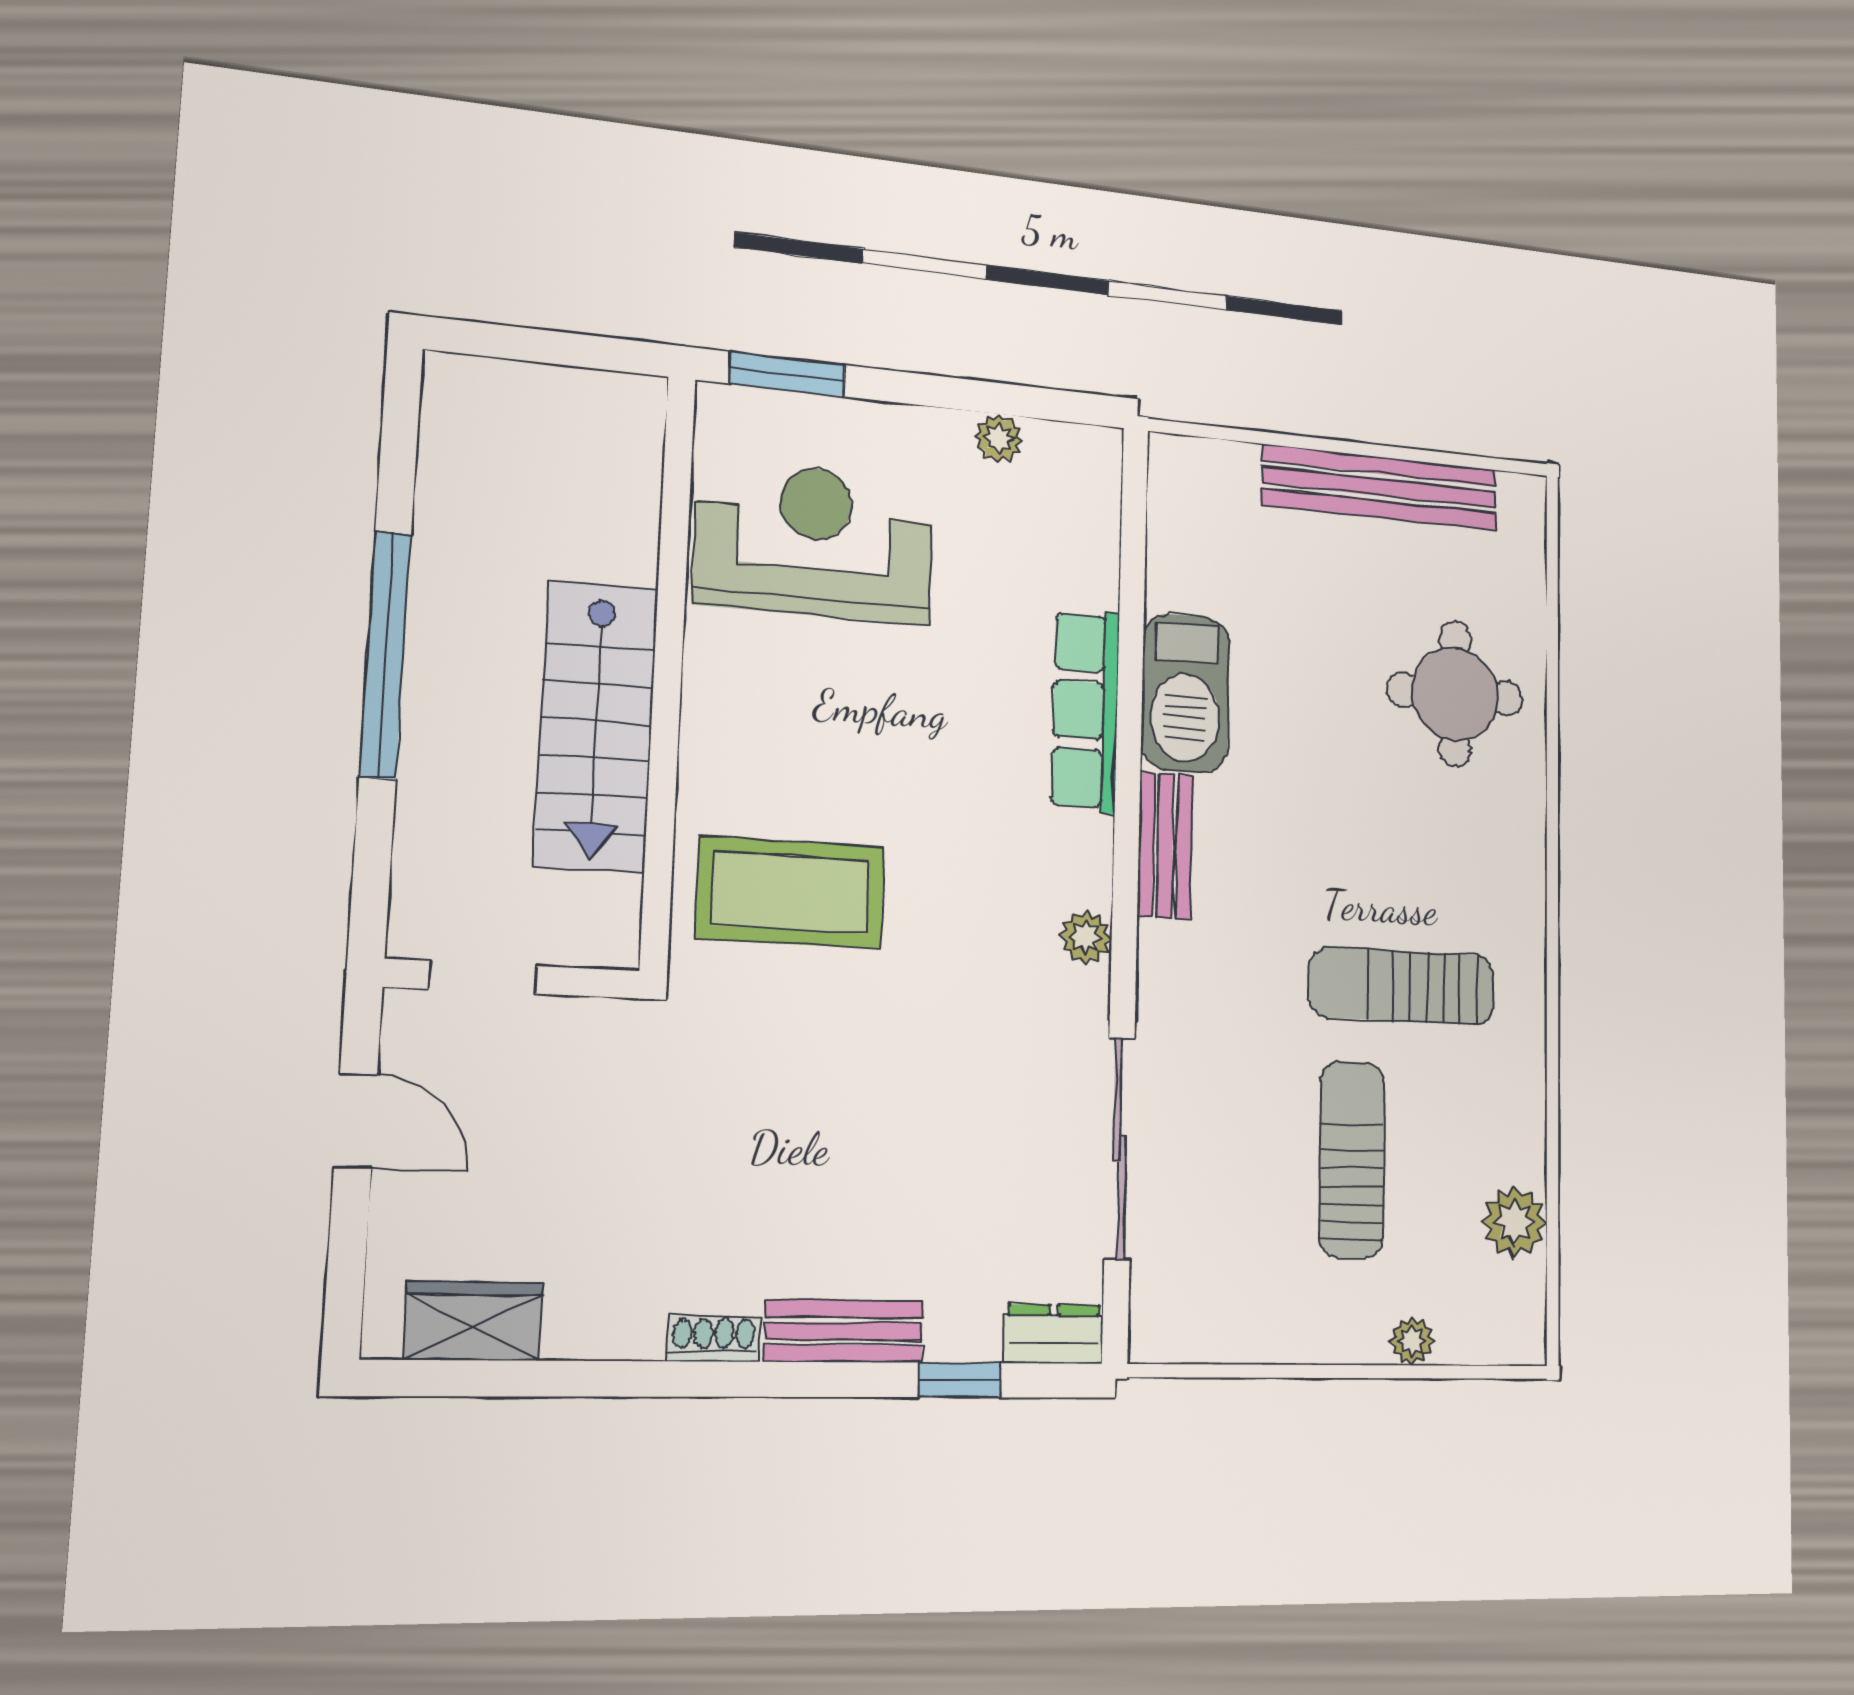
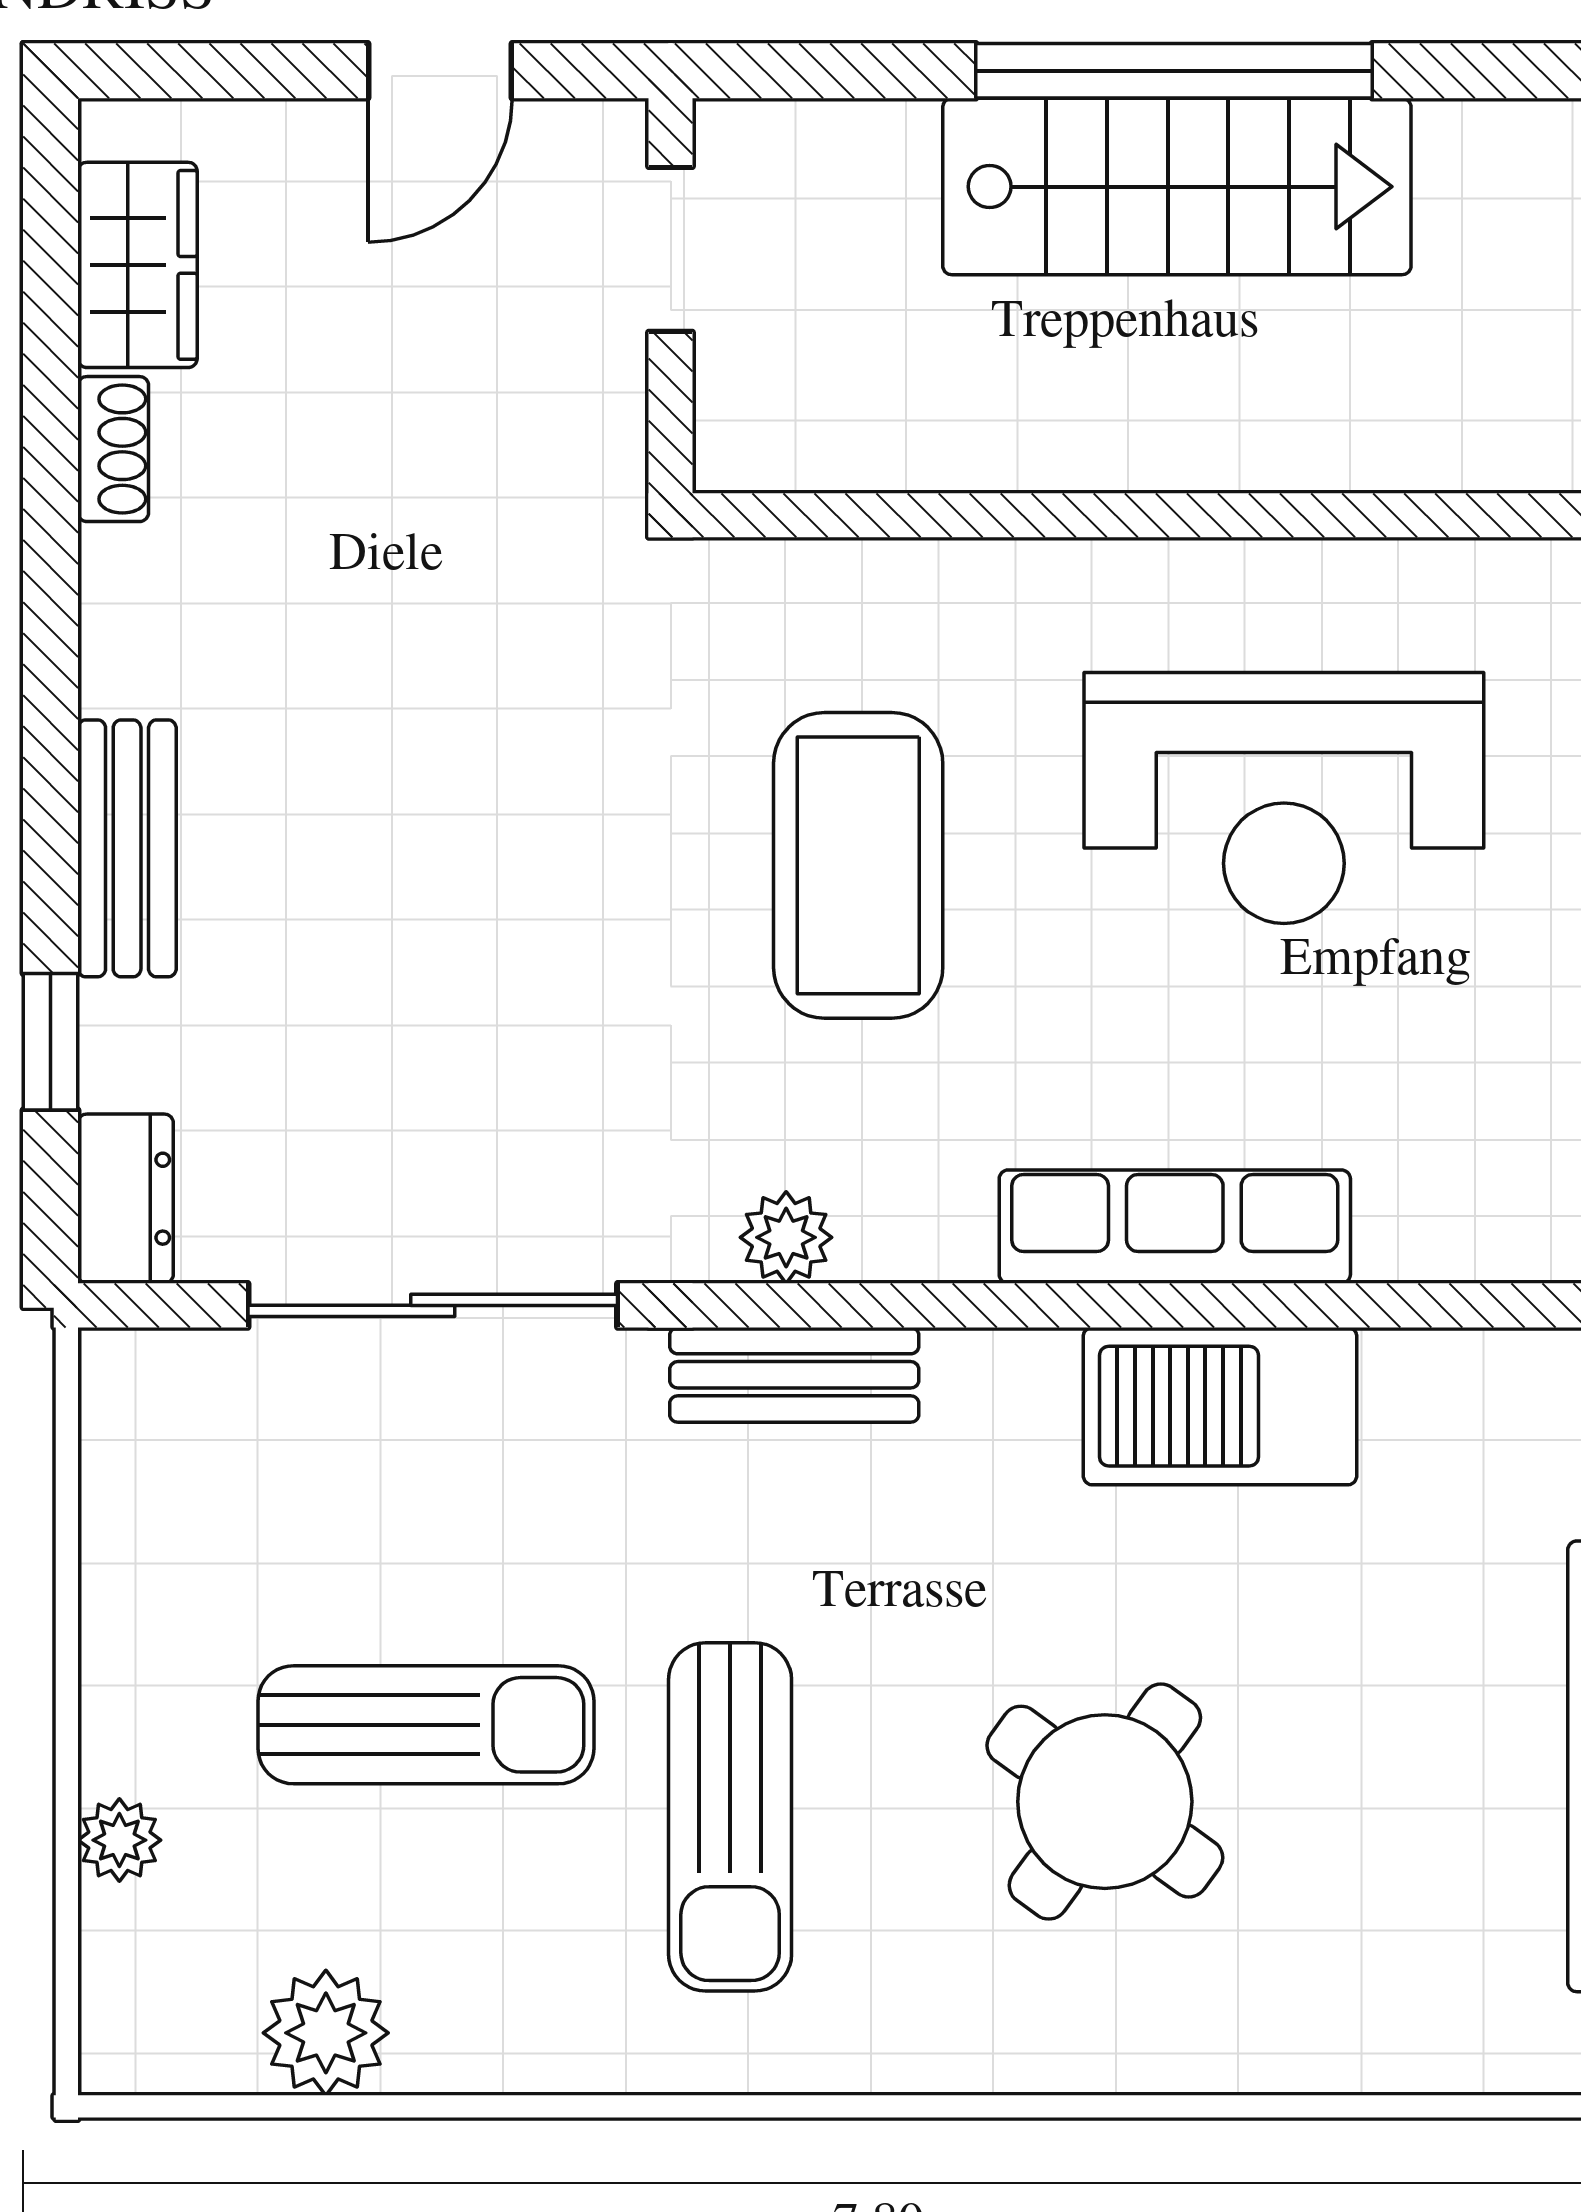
reception desk: (815, 542) -> (1284, 798), moved, turned 90
round table: (1455, 694) -> (1105, 1802), moved, turned 36
stairs: (596, 726) -> (1177, 187), moved, turned 180
bench: (1165, 846) -> (794, 1375), moved
coffee table: (791, 893) -> (858, 865), moved
sun lounger: (1402, 986) -> (730, 1817), turned 180
shoe rack: (714, 1339) -> (113, 449), moved

